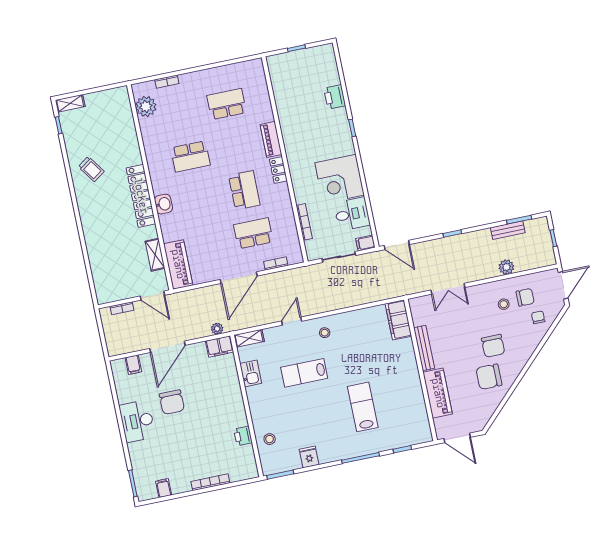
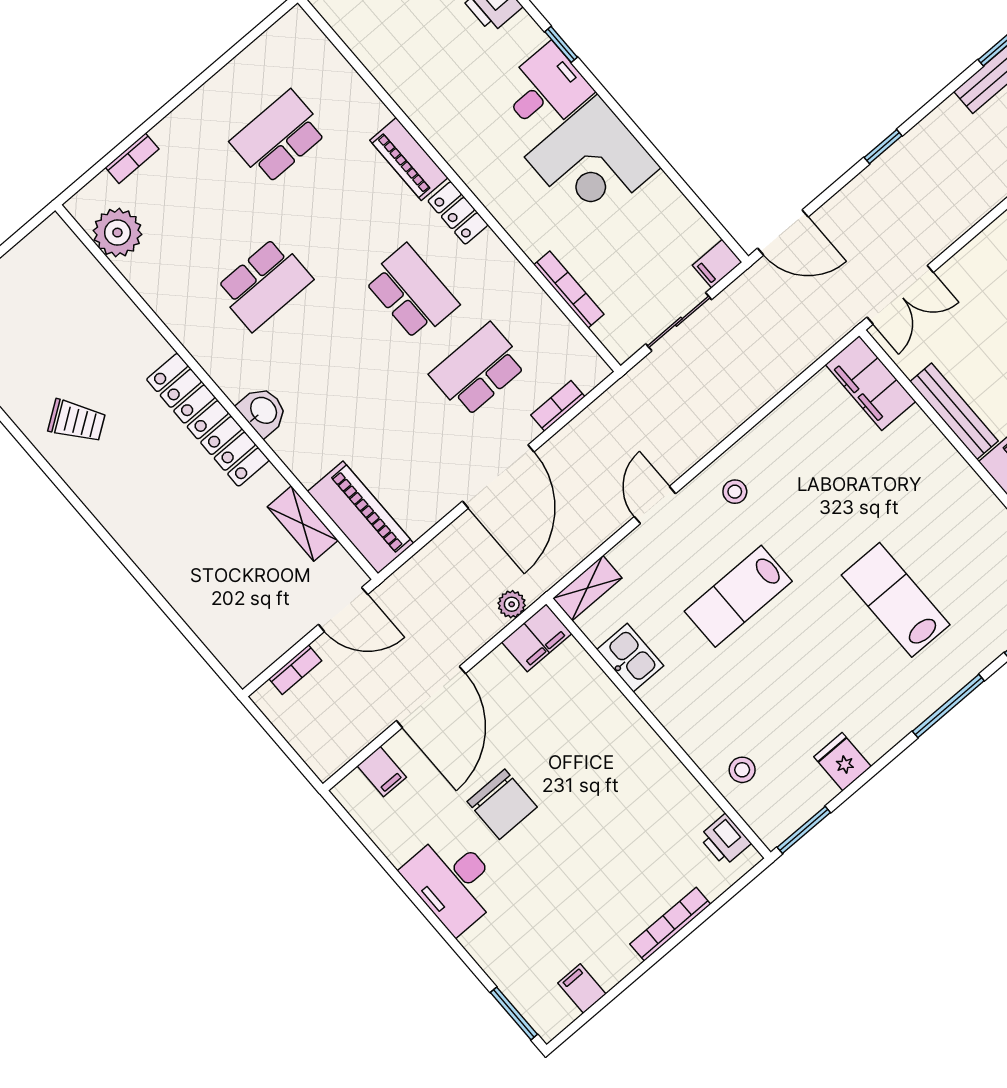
desk: (352, 214) -> (546, 90), moved
double door: (448, 289) -> (900, 295), moved
printer: (243, 436) -> (725, 840), moved

